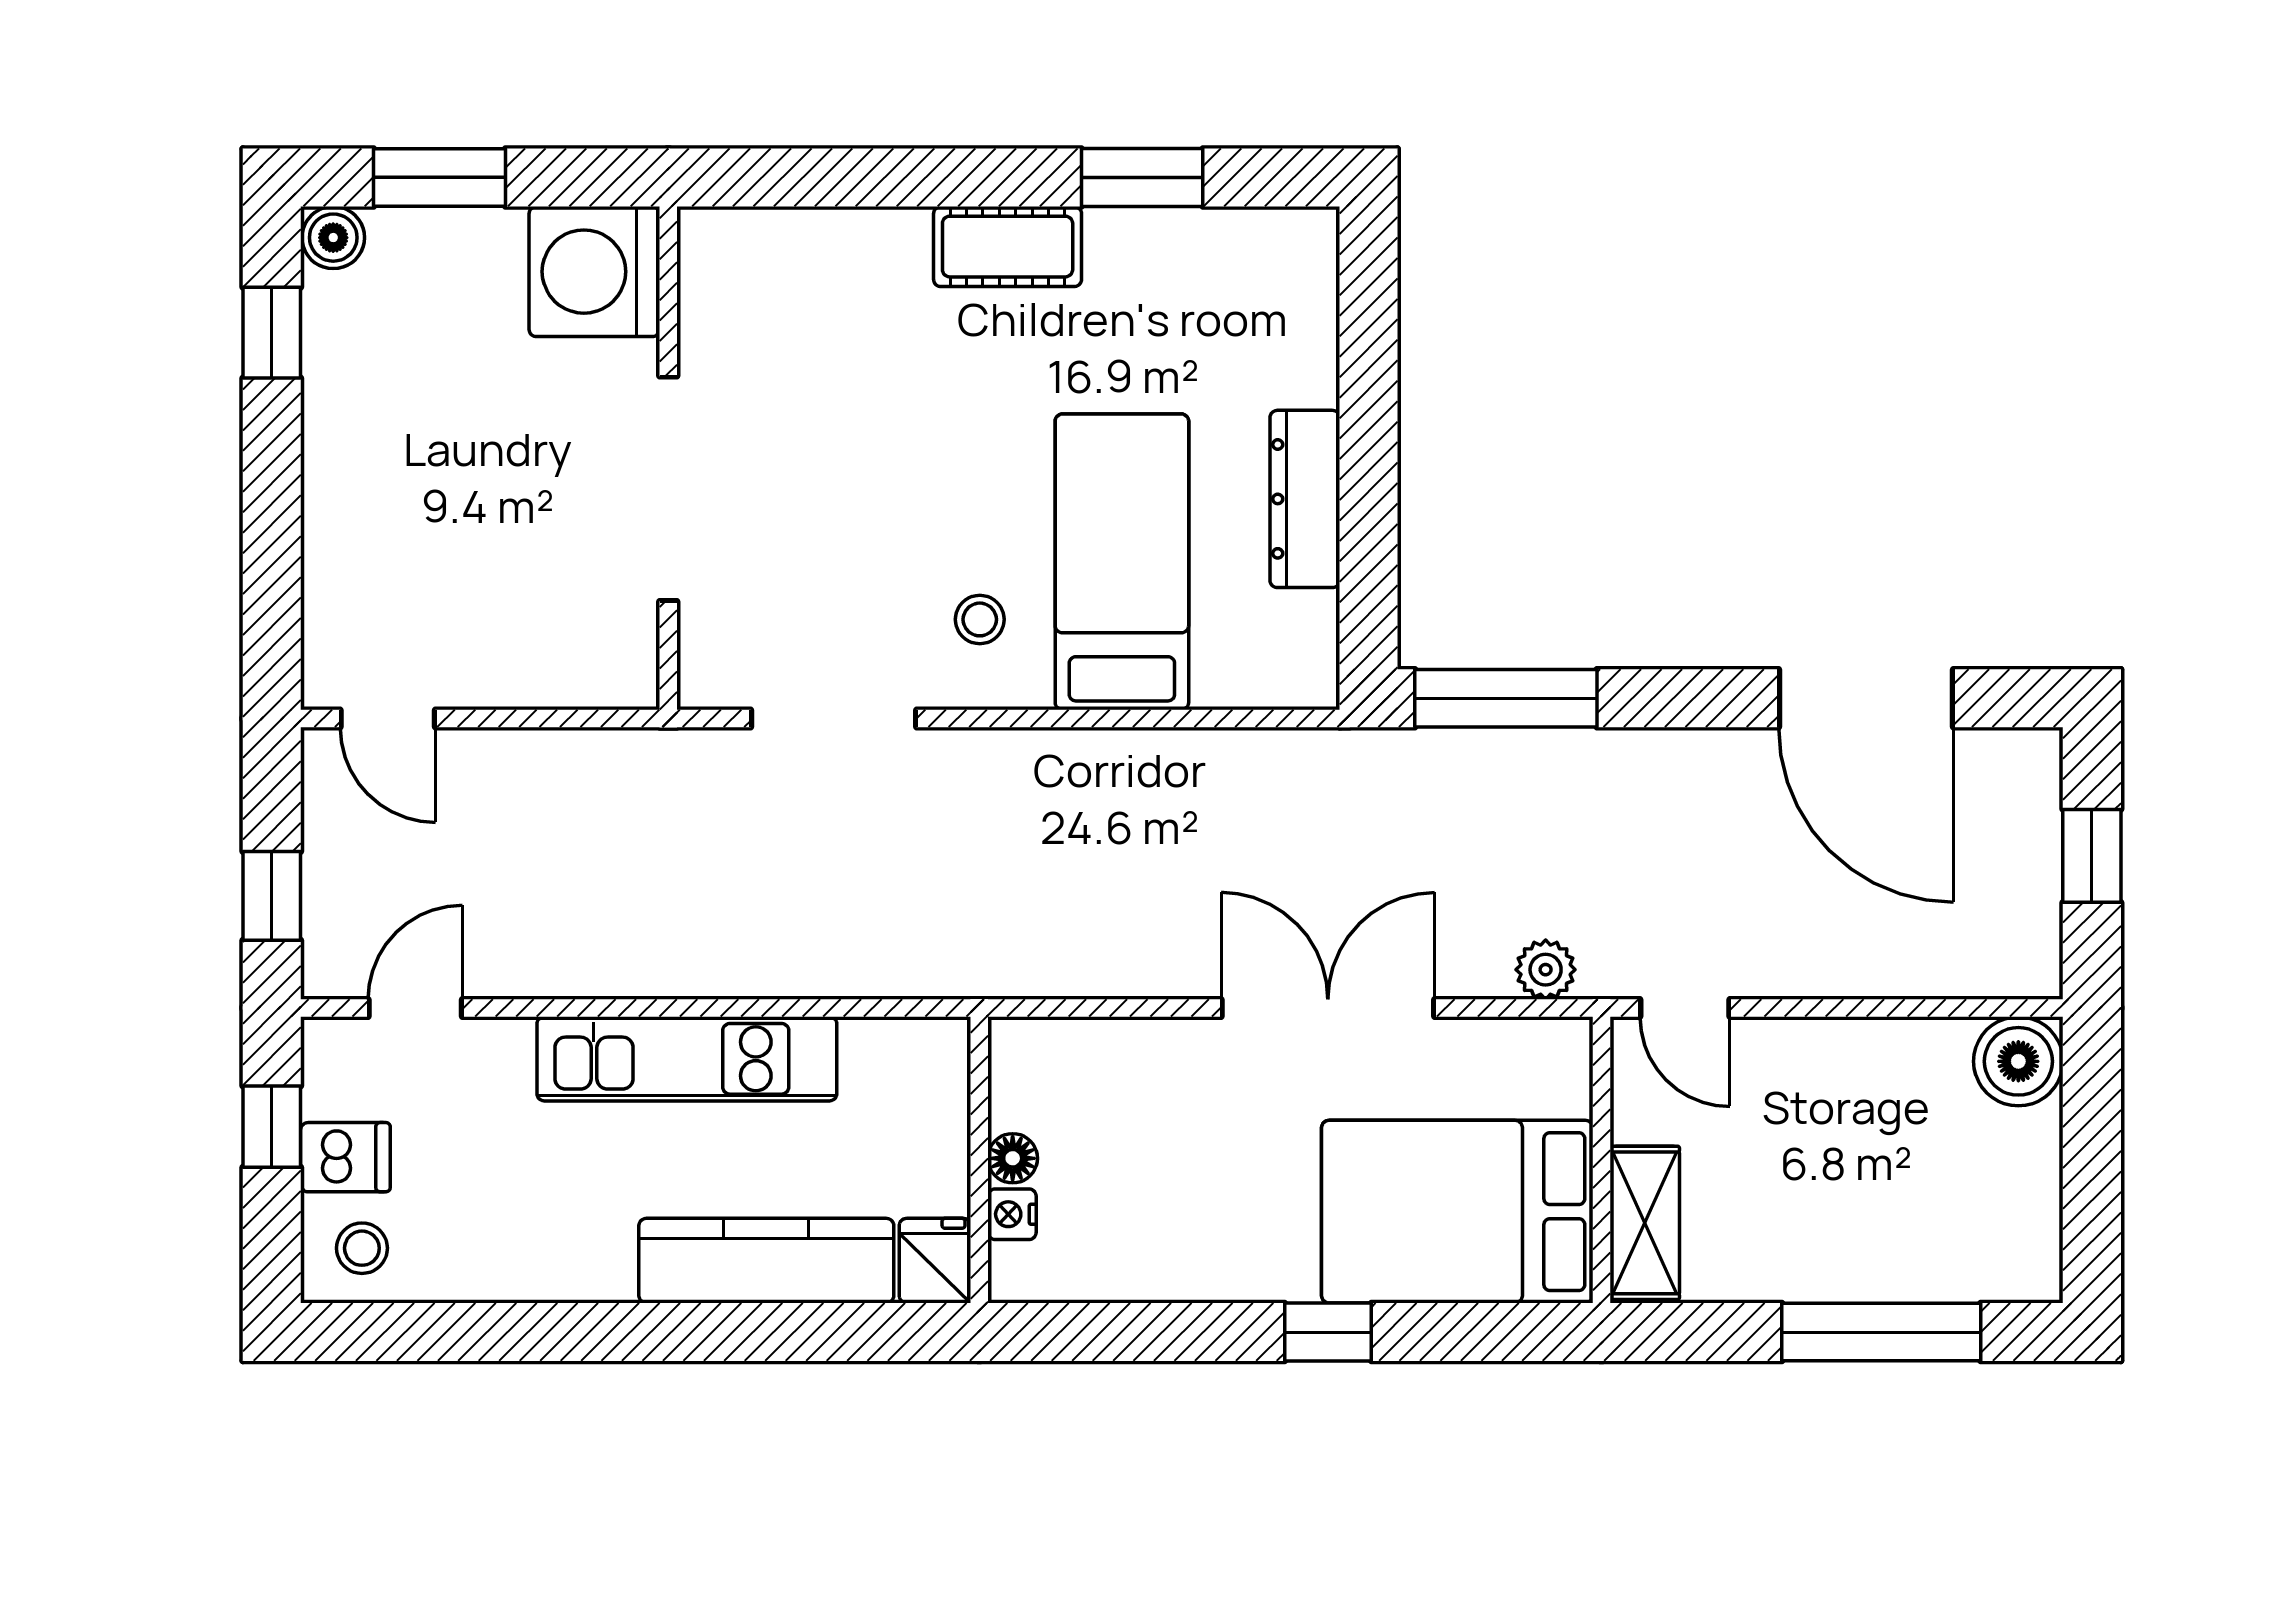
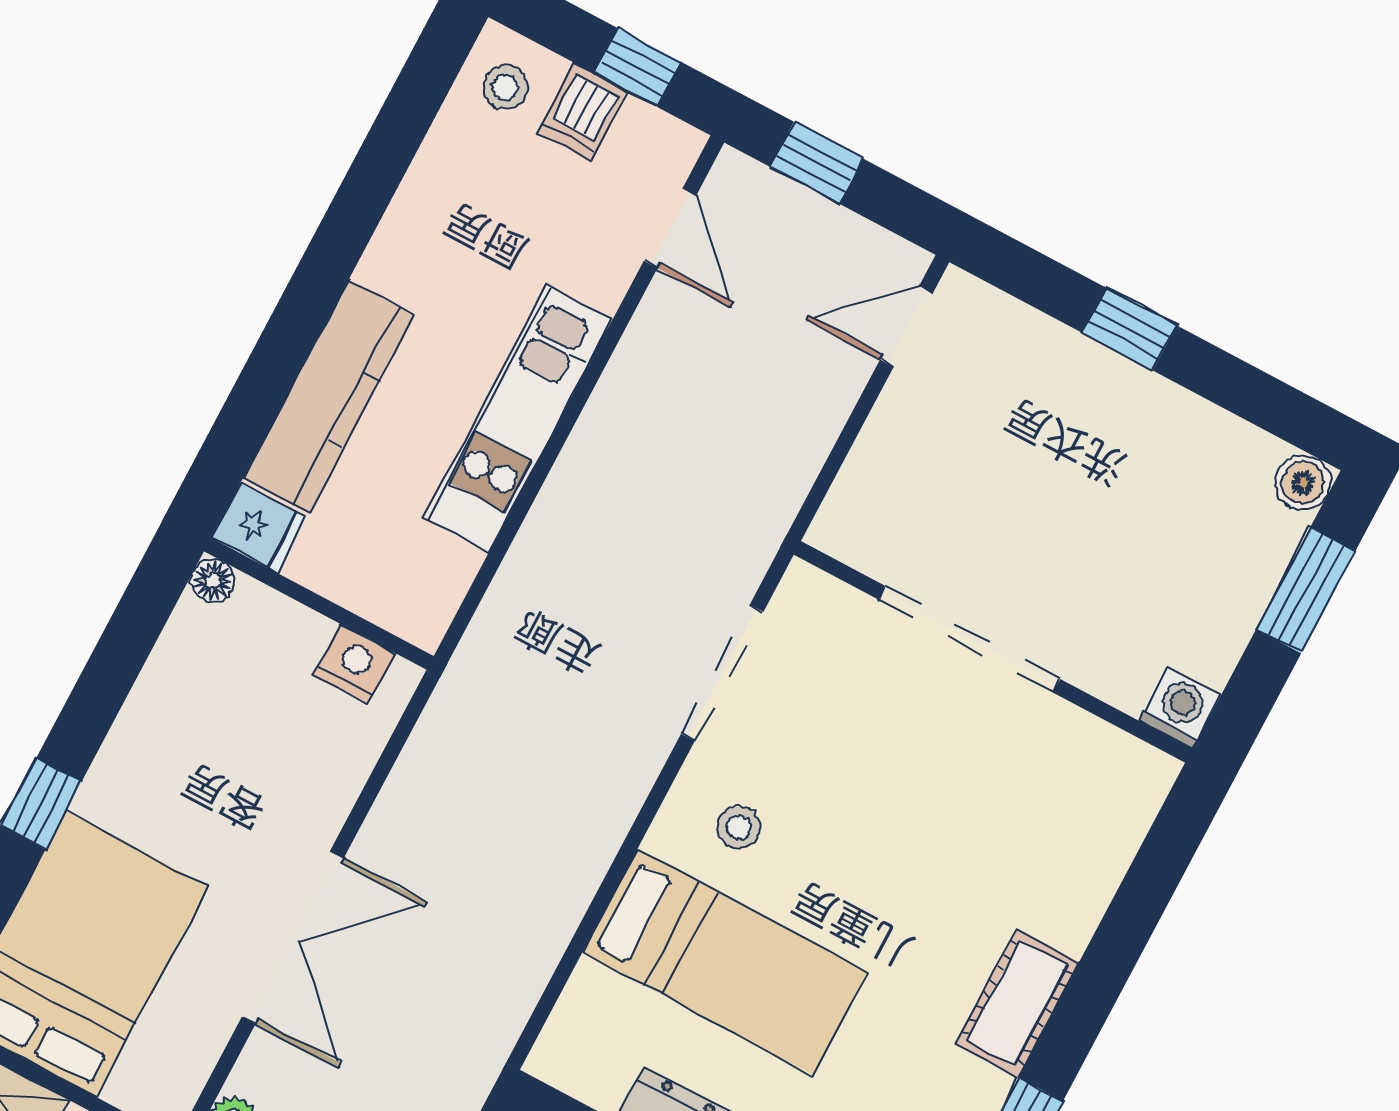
washing machine: (594, 272) -> (1180, 708), width x0.53, depth x0.53
window: (272, 333) -> (1130, 329), moved
floor lamp: (1013, 1158) -> (213, 581), moved
nightstand: (1012, 1214) -> (354, 664), moved, width x1.39, depth x1.35

